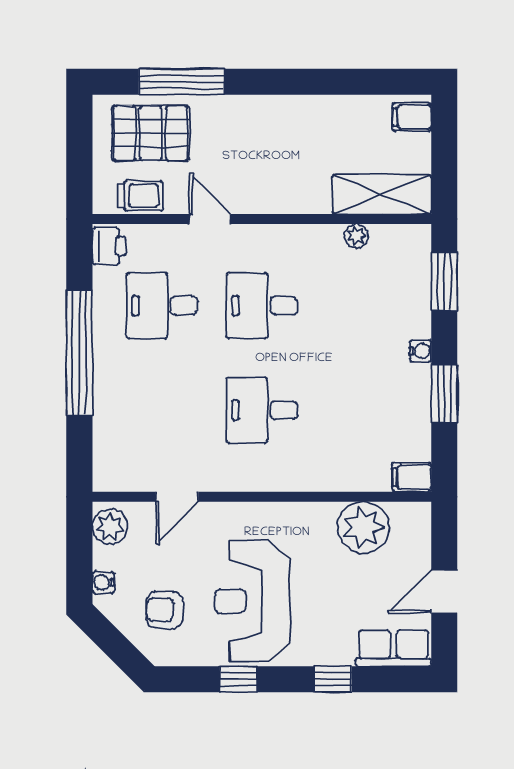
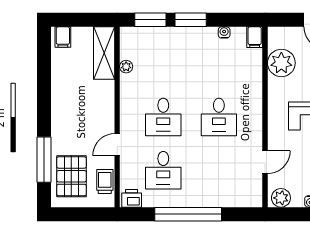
water cooler: (421, 351) -> (224, 32), moved
window: (444, 393) -> (191, 20), moved
door: (177, 497) -> (265, 162), hinge flipped

